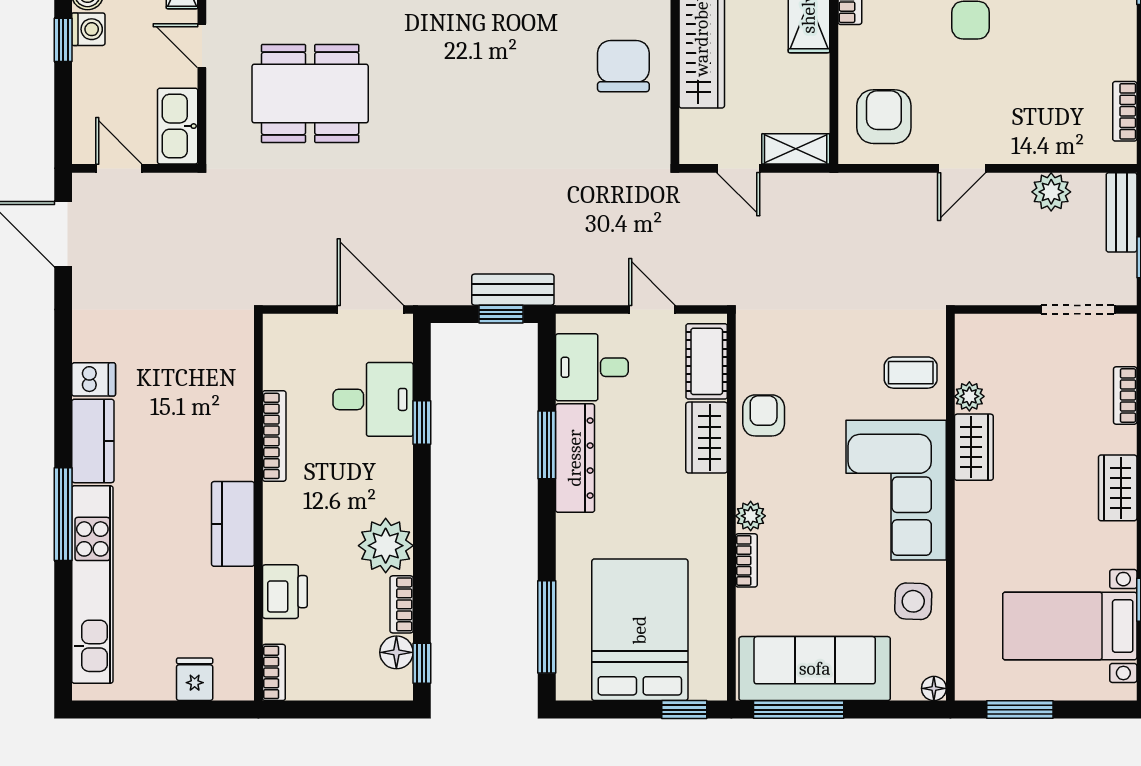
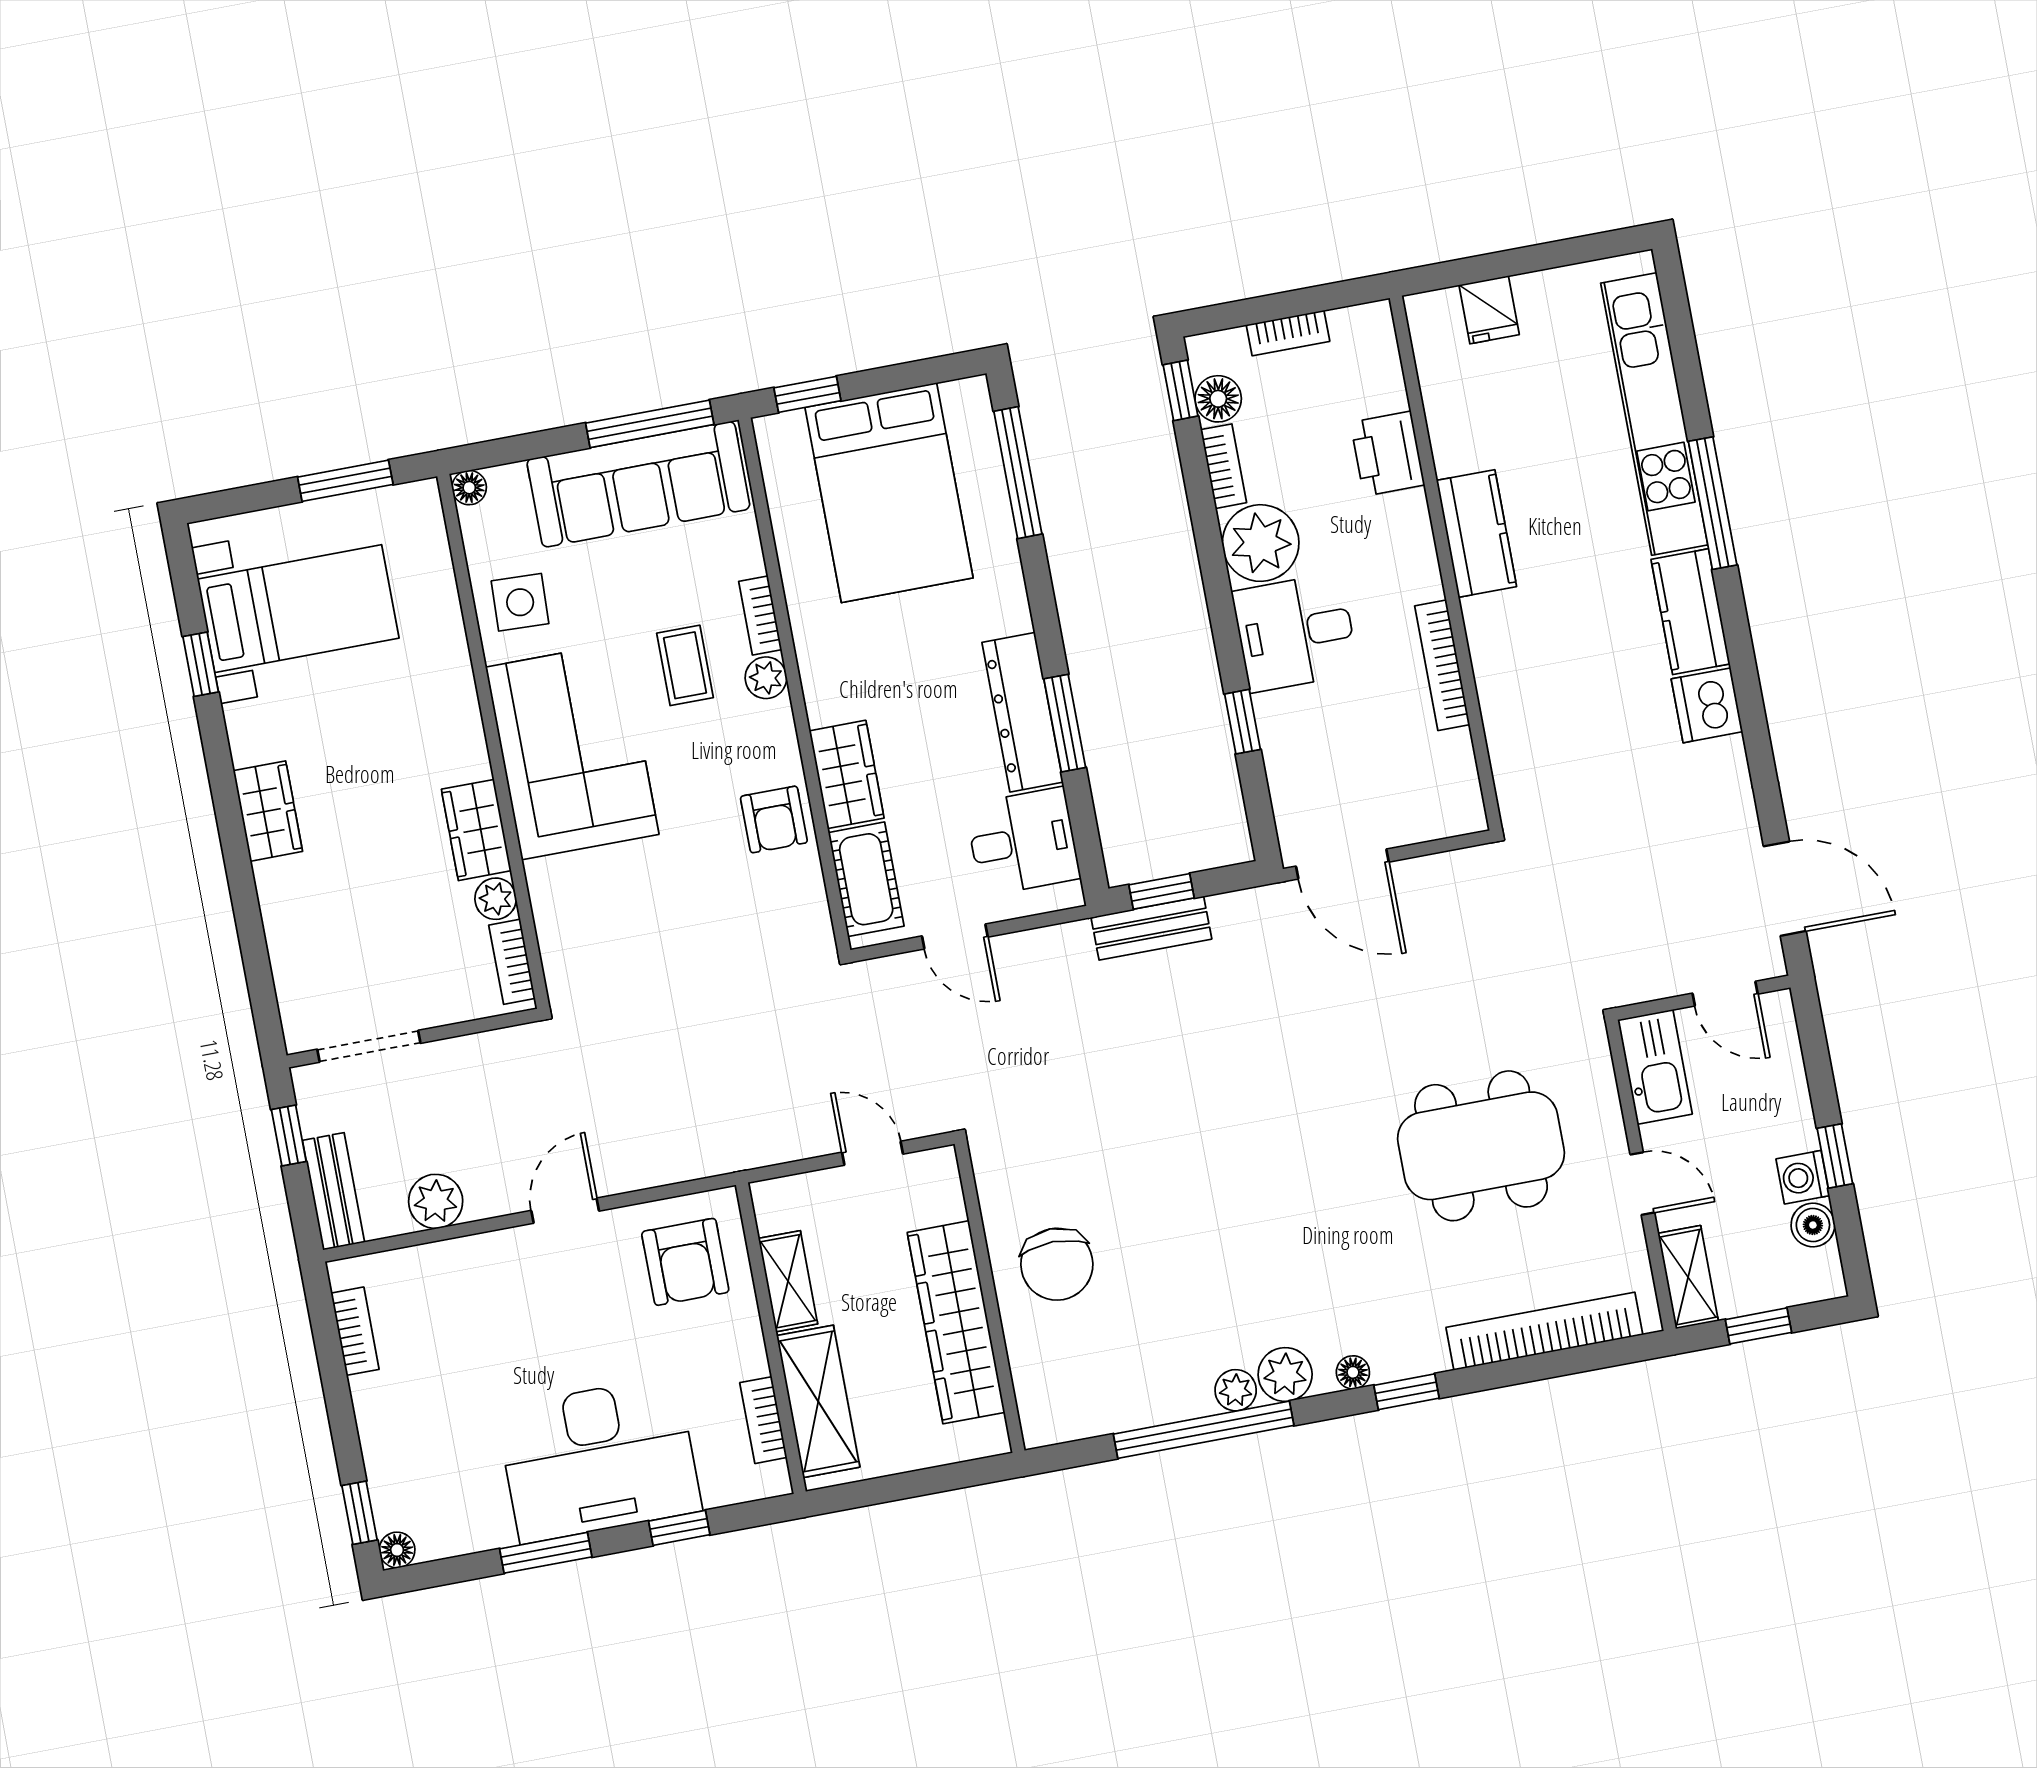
shelving: (796, 149) -> (788, 1281), moved, turned 90
coffee table: (911, 373) -> (685, 665), moved, turned 90
dishwasher: (94, 379) -> (1707, 705), width x1.38
bookcase: (1125, 396) -> (512, 962), moved, turned 180
desk: (373, 399) -> (1295, 632), moved
bookcase: (274, 672) -> (1288, 333), moved, turned -90

